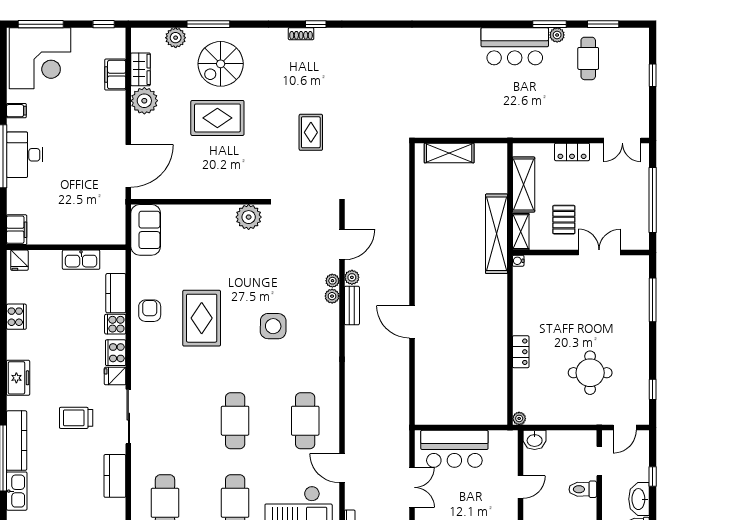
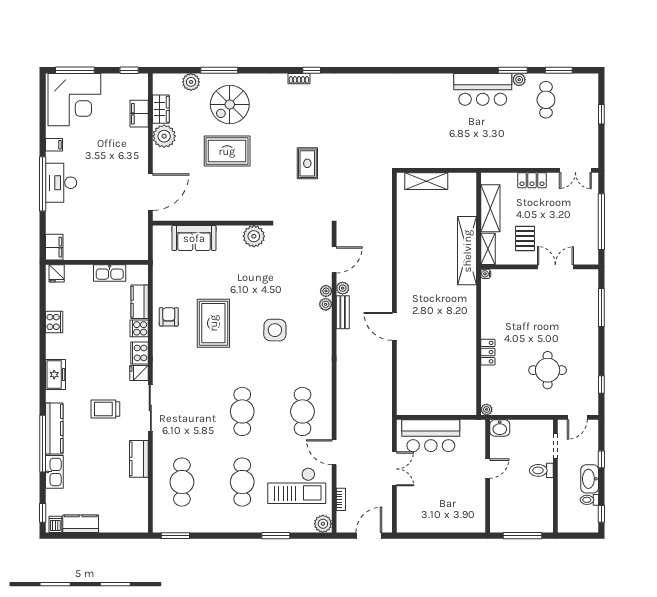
sofa: (146, 230) -> (194, 238), moved, turned 90

